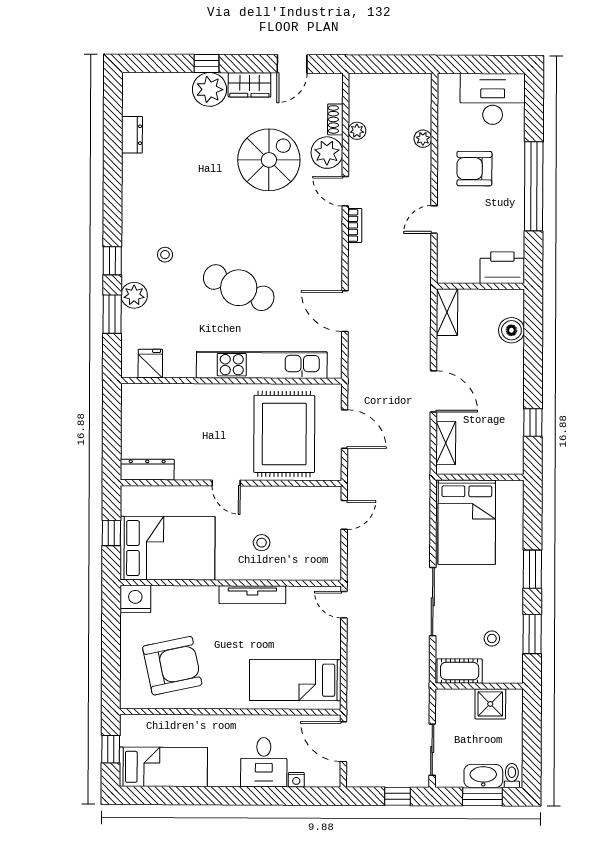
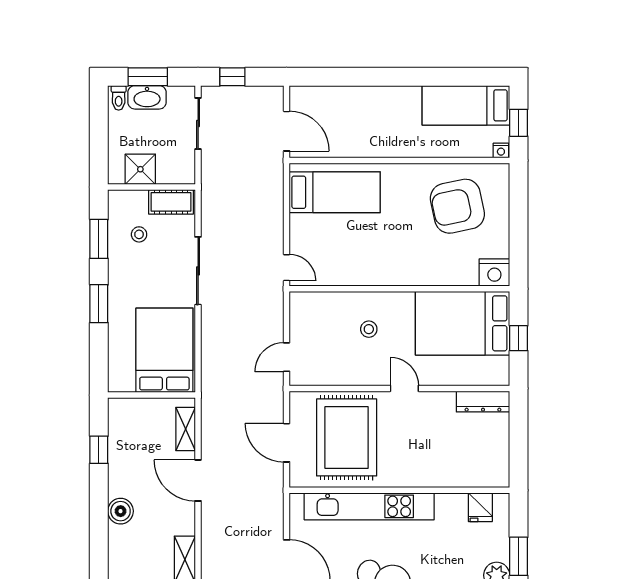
boiler: (511, 330) -> (121, 511), moved
tv unit: (252, 595) -> (378, 277), removed
desk: (264, 762) -> (366, 110), removed
nightstand: (296, 780) -> (501, 150), moved, turned 180

